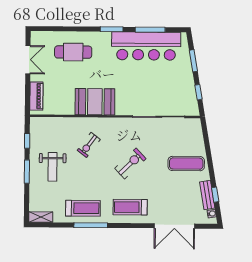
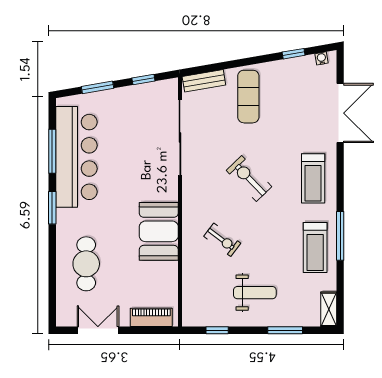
window: (27, 172) -> (285, 330), moved
bench: (207, 195) -> (204, 81), moved
treadmill: (83, 208) -> (315, 247), turned 180

